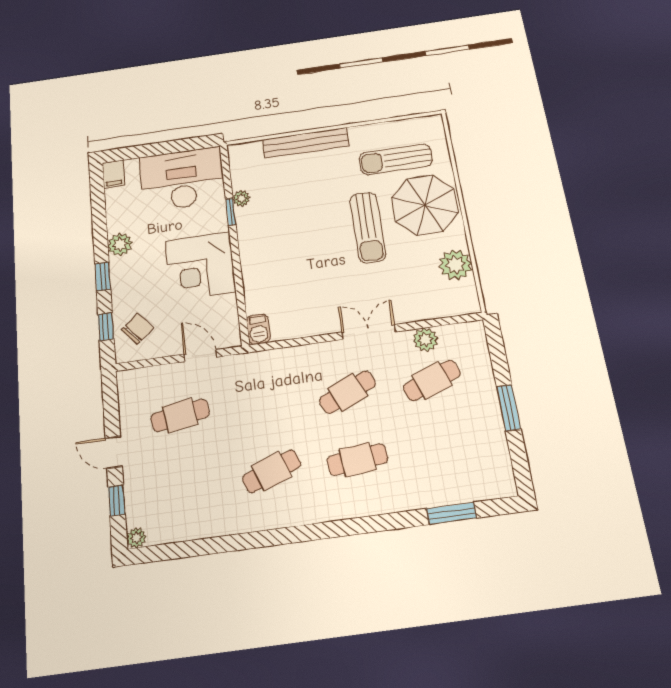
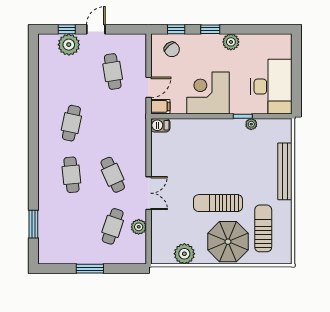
filing cabinet: (114, 174) -> (160, 106), moved, turned 180
cafe table: (432, 380) -> (113, 226), turned 39
cafe table: (272, 471) -> (71, 123), turned 33
plant: (136, 538) -> (69, 45), moved, width x1.88, depth x1.88

